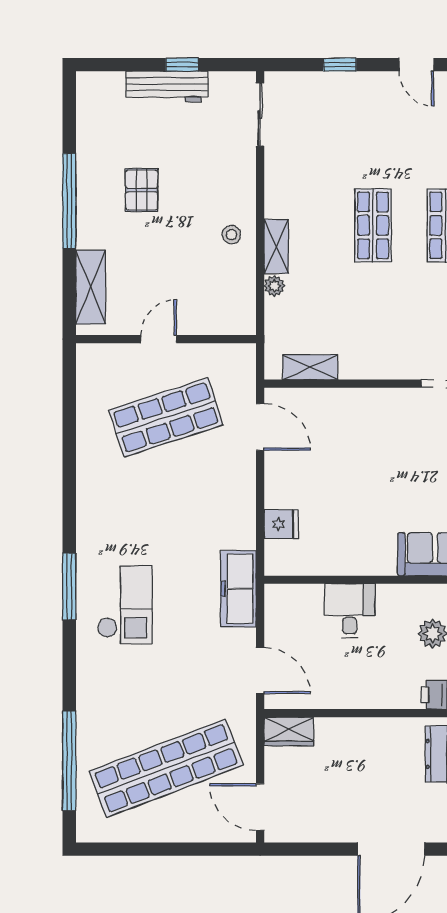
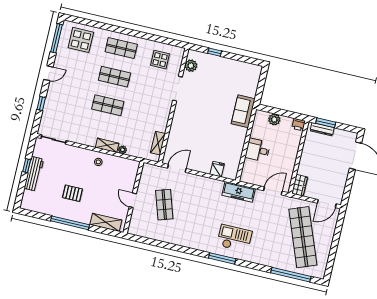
shop shelf: (166, 417) -> (164, 205), width x0.70, depth x0.74

